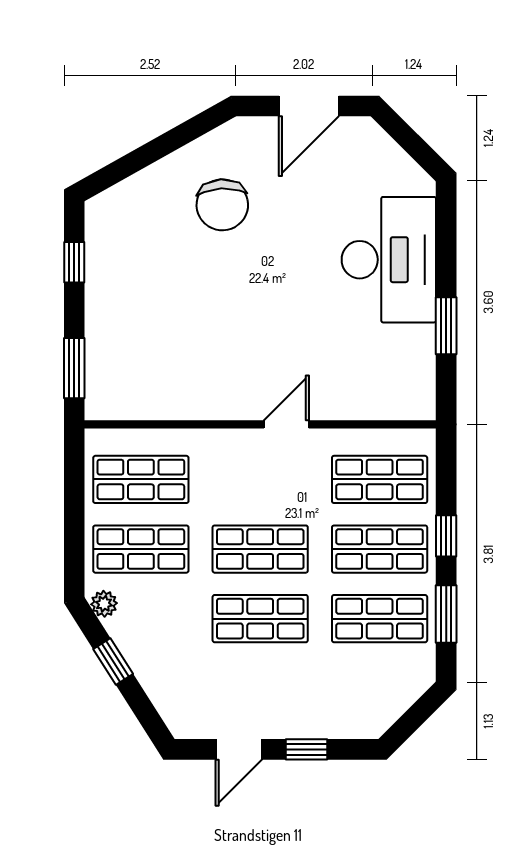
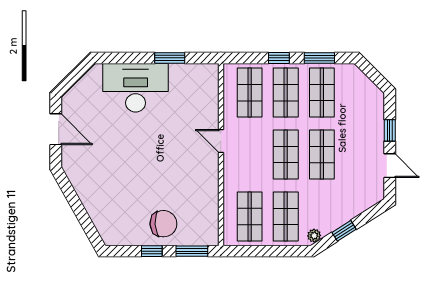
chair: (222, 205) -> (163, 224), moved
window: (74, 262) -> (152, 251), moved

